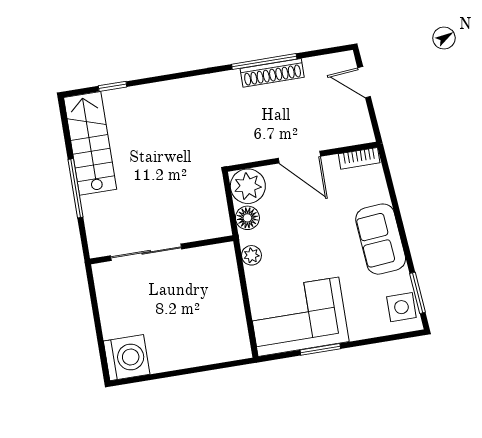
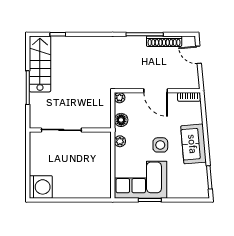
shoe rack: (272, 73) -> (164, 41), moved
plant: (248, 186) -> (120, 98), width x0.53, depth x0.53
side table: (401, 307) -> (160, 145), moved

